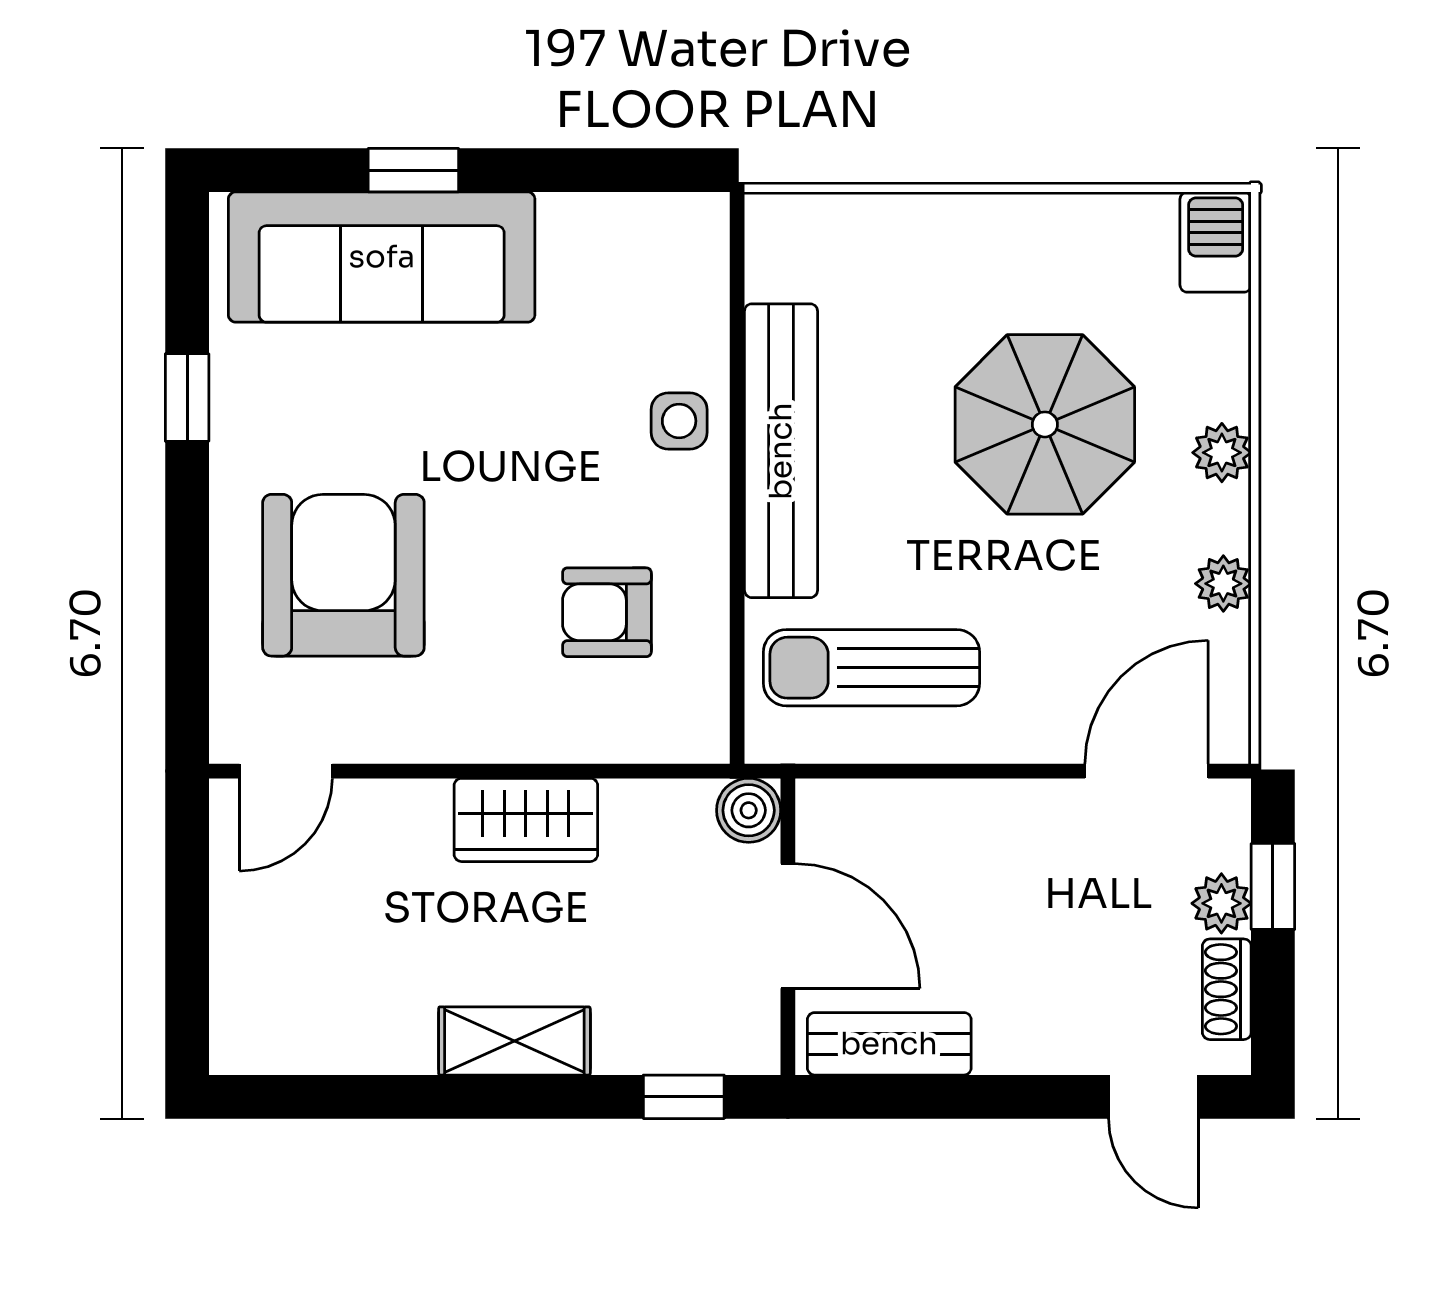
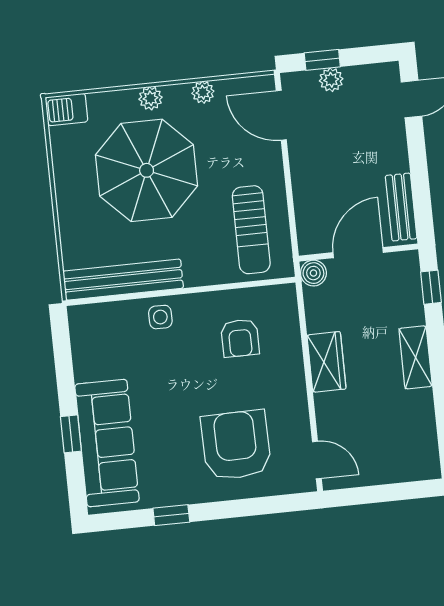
parasol: (1045, 424) -> (147, 170), width x1.36, depth x1.36
bench: (781, 451) -> (123, 280), moved
armchair: (343, 575) -> (236, 445), turned 89
shoe rack: (1227, 989) -> (365, 74), removed

